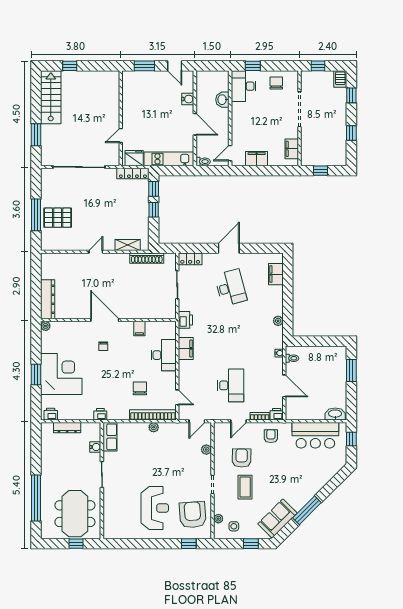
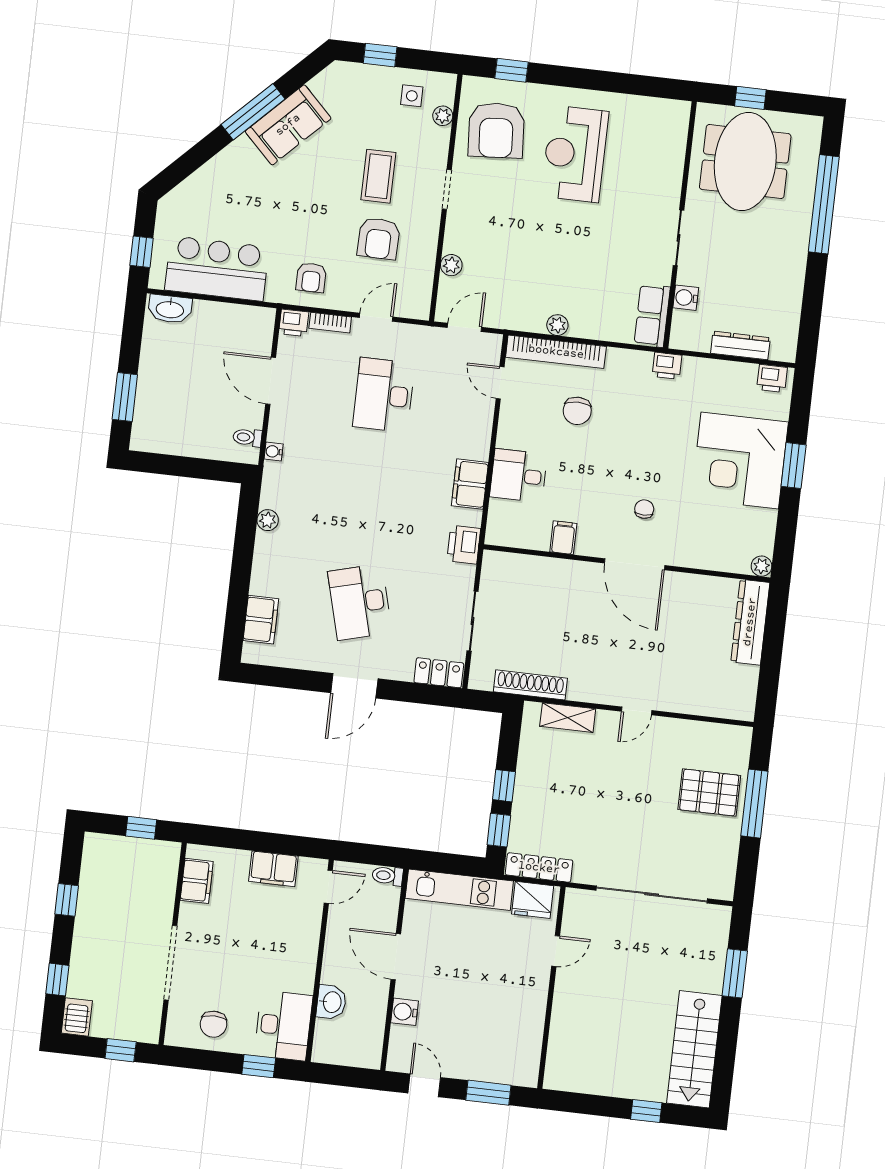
desk: (164, 355) -> (519, 476), width x0.73
sofa: (277, 518) -> (288, 125), moved

